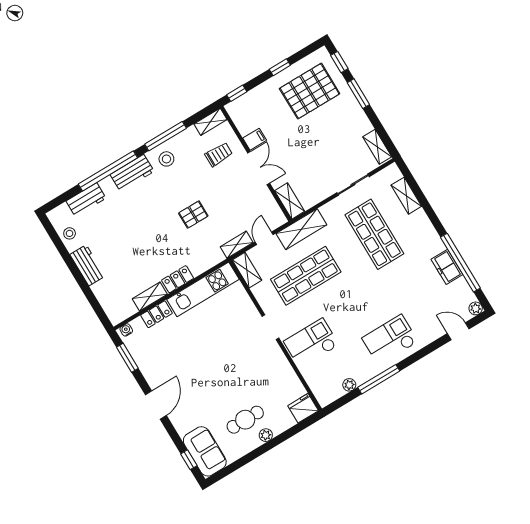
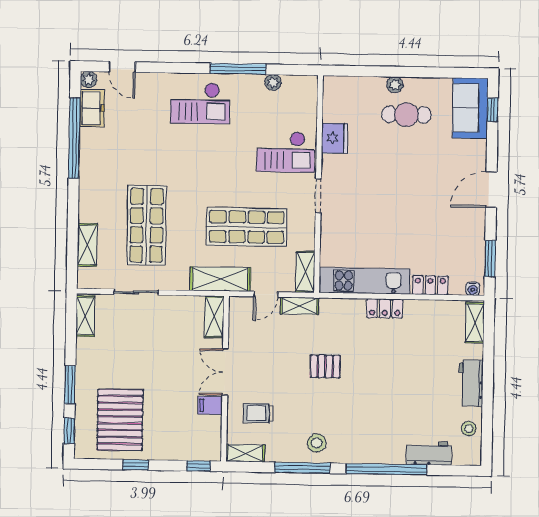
pallet: (310, 91) -> (120, 420), turned 90
workbench: (132, 173) -> (362, 451), removed
freezer: (447, 267) -> (92, 108), moved
shelving: (150, 296) -> (475, 323), moved, turned 90
fridge: (303, 408) -> (335, 138), moved, turned -90

